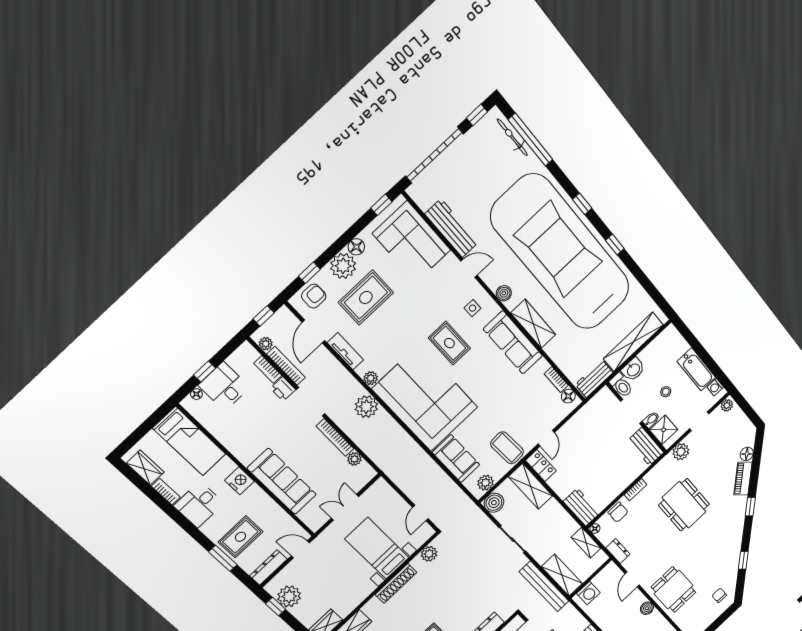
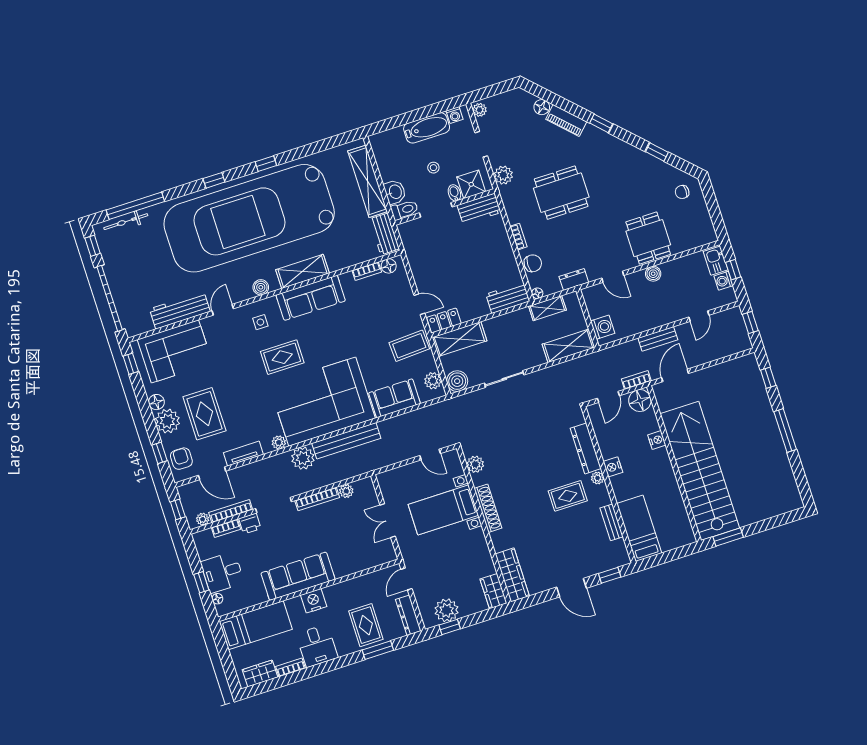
sofa: (282, 481) -> (298, 576), moved
bench: (544, 586) -> (346, 441), moved
dining table: (674, 590) -> (648, 238), turned 90

